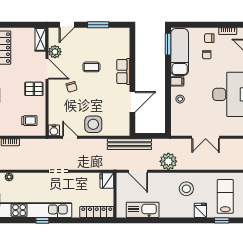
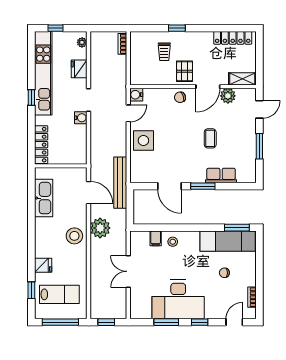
door: (67, 25) -> (259, 109), swing flipped
chair: (209, 38) -> (244, 276), removed
row of seats: (123, 72) -> (221, 175), moved
window: (132, 73) -> (203, 186), added
filing cabinet: (177, 81) -> (156, 238), moved
chair: (72, 87) -> (180, 97), moved
trolley: (29, 121) -> (164, 52), moved
door: (138, 171) -> (89, 193), swing flipped
water cooler: (74, 178) -> (81, 118), added
fridge: (107, 180) -> (79, 69), moved, turned -90
stool: (186, 189) -> (74, 236), moved
window: (42, 220) -> (31, 97), moved

